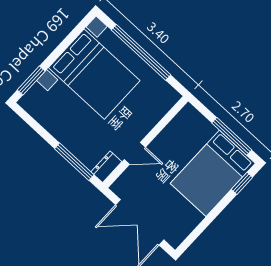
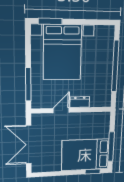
bed with nightstands: (94, 74) -> (62, 52), moved
door: (135, 153) -> (61, 110), swing flipped
dresser: (106, 167) -> (80, 102), moved

